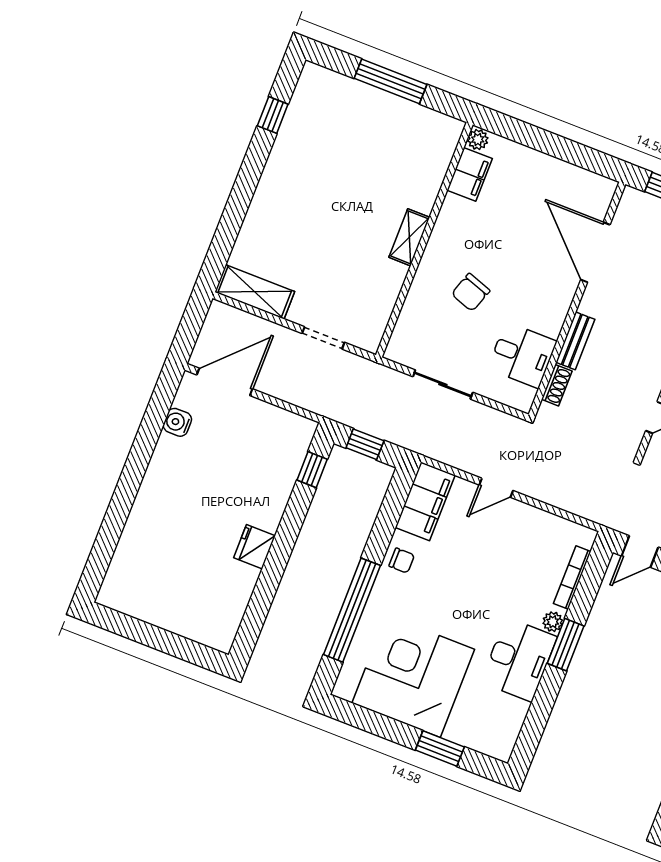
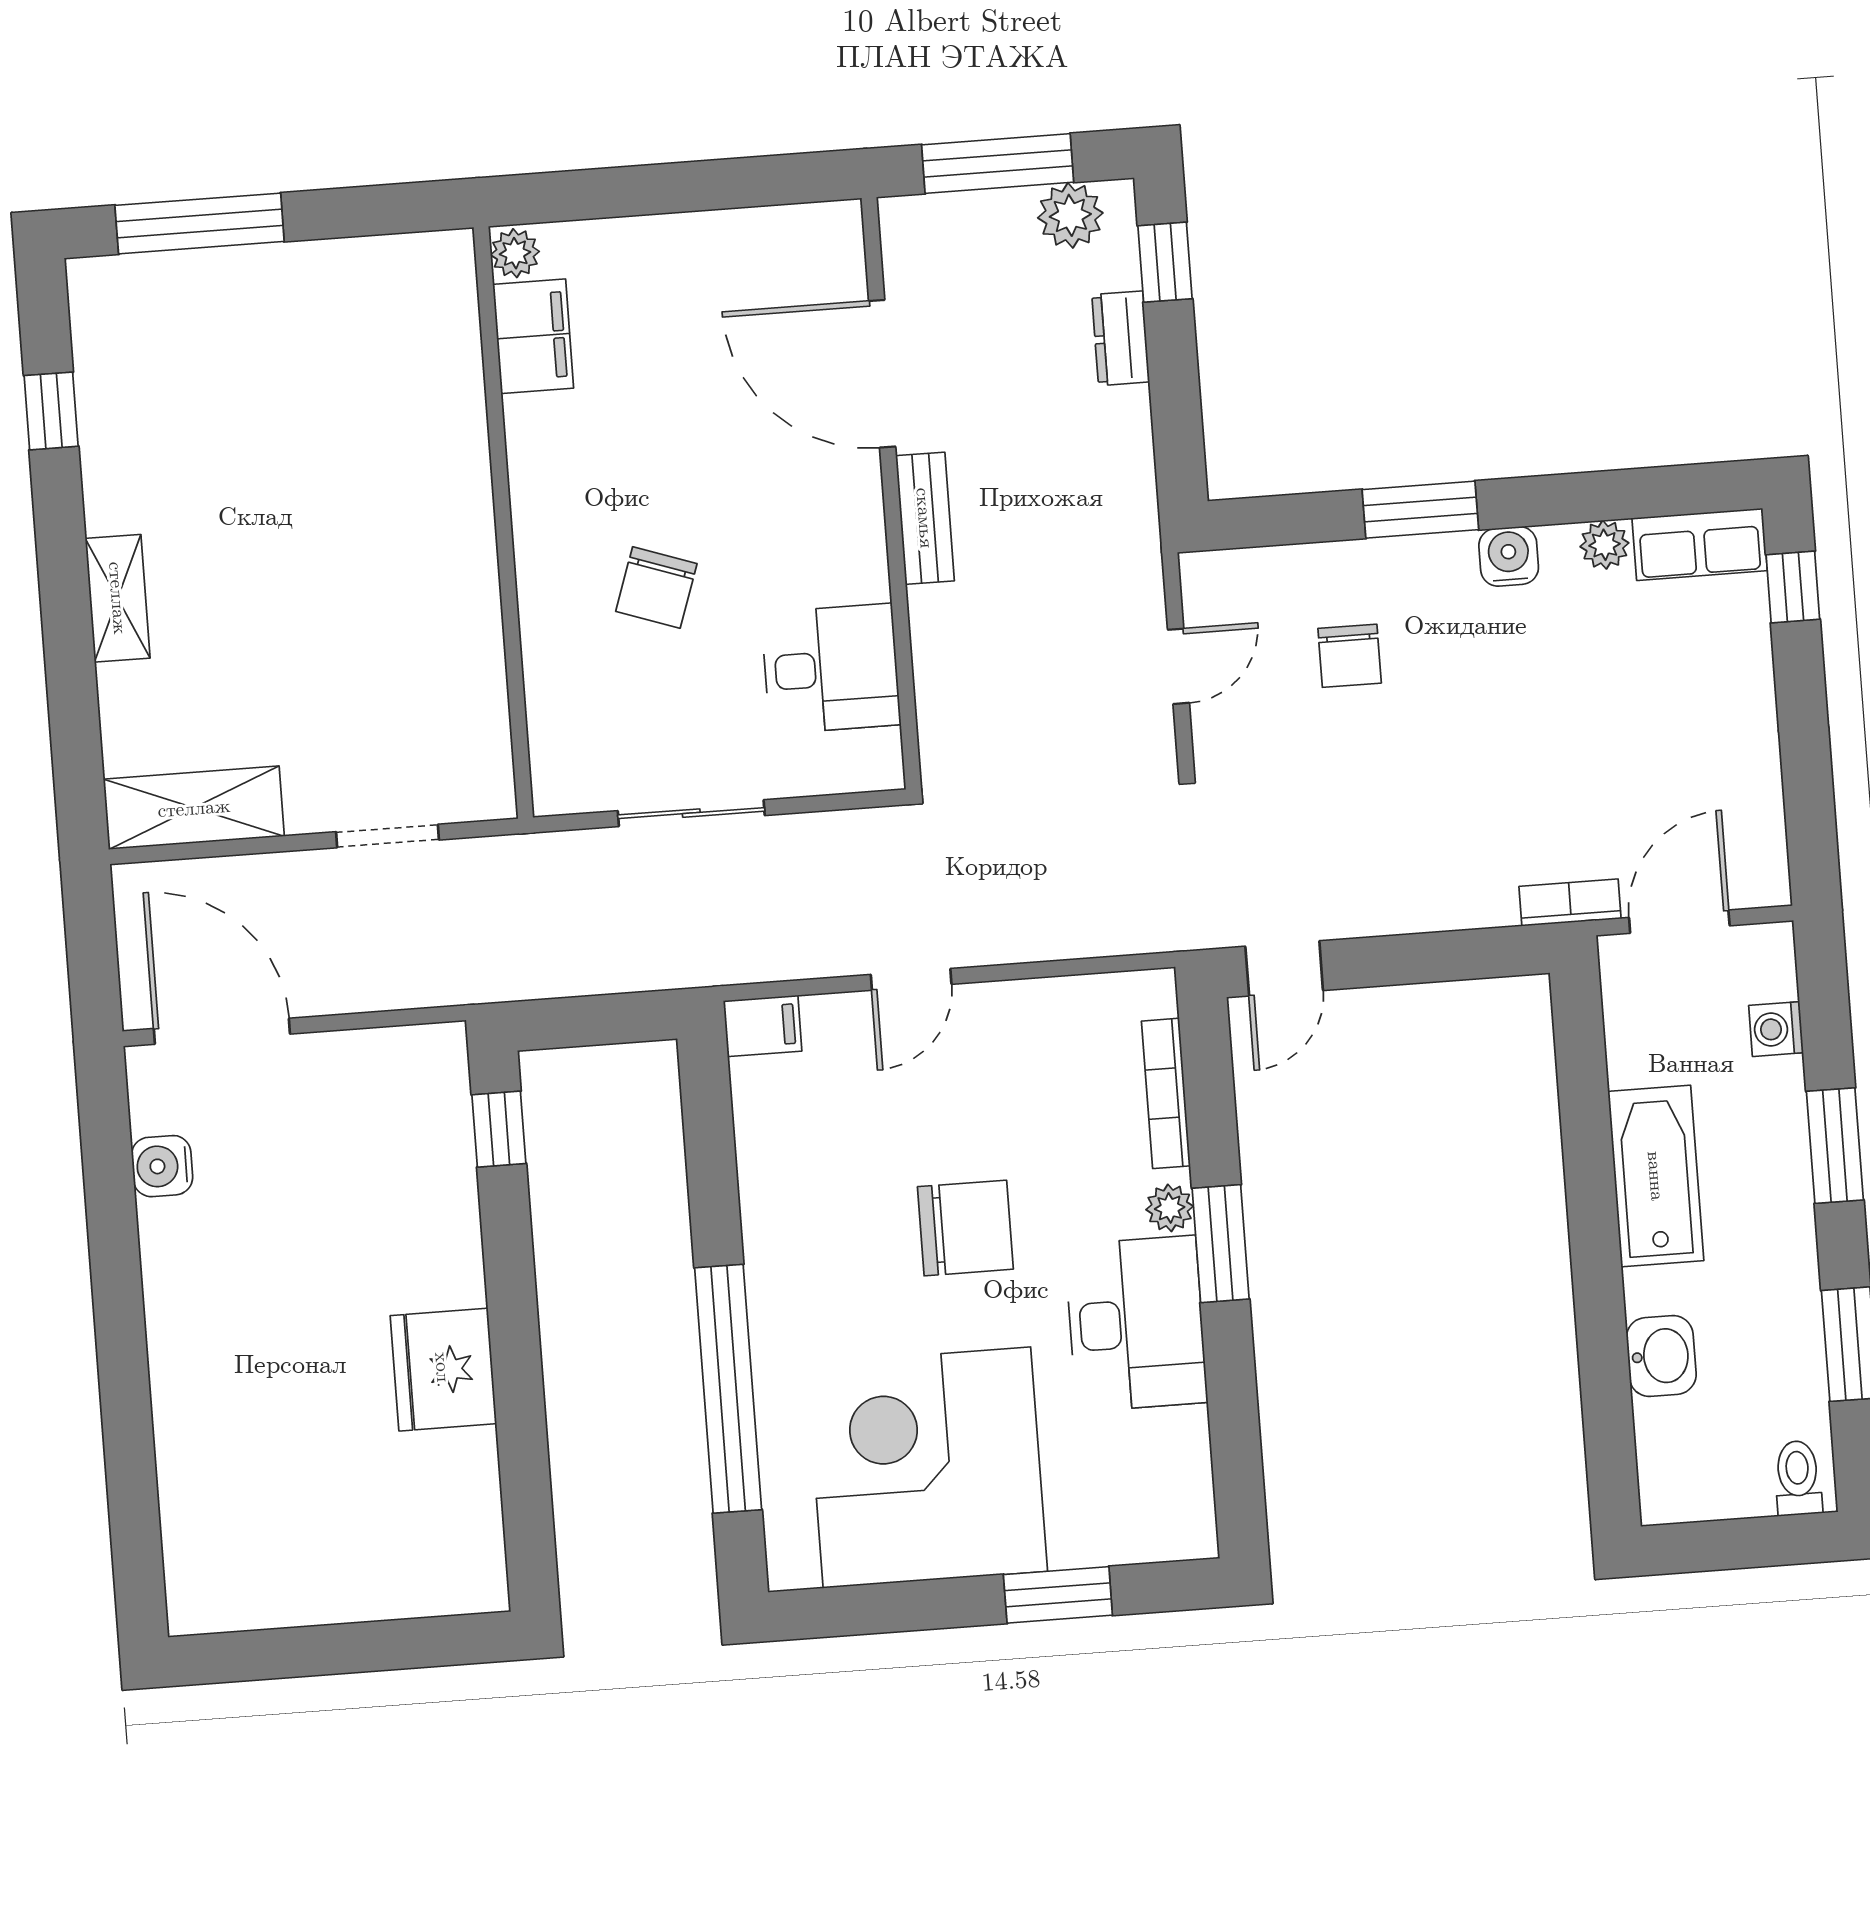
window: (390, 81) -> (200, 223), moved
shelving: (409, 237) -> (118, 598), moved
bench: (575, 341) -> (925, 518), moved
door: (225, 382) -> (222, 1031), hinge flipped
shoe rack: (557, 385) -> (936, 698), removed
window: (365, 444) -> (586, 1021), removed
filing cabinet: (425, 501) -> (763, 1026), width x0.33, depth x0.86
fridge: (254, 547) -> (443, 1370), width x1.36, depth x1.34
chair: (402, 561) -> (965, 1228), moved, width x1.87, depth x1.87

